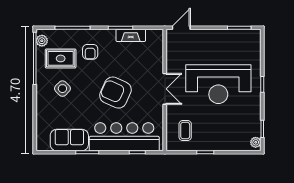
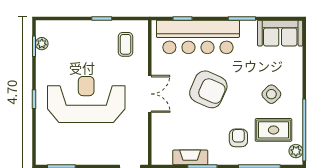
double door: (165, 89) -> (150, 94), swing flipped
sofa: (69, 140) -> (280, 33), moved
plant: (256, 142) -> (42, 44), moved

